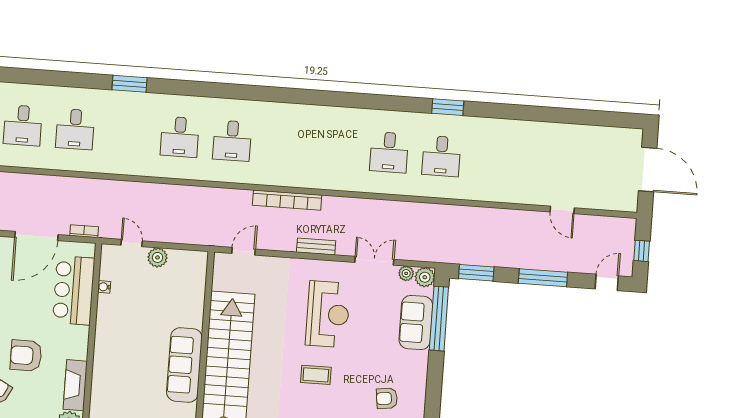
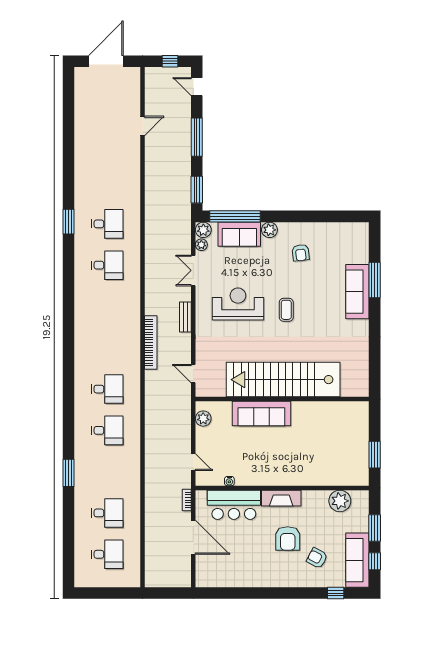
door: (132, 243) -> (193, 462), swing flipped
plant: (157, 257) -> (203, 419), moved
plant: (419, 361) -> (269, 230), added
sofa: (184, 365) -> (261, 414), moved
fireplace: (75, 385) -> (281, 498), moved

